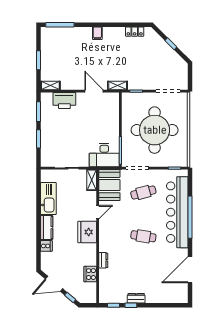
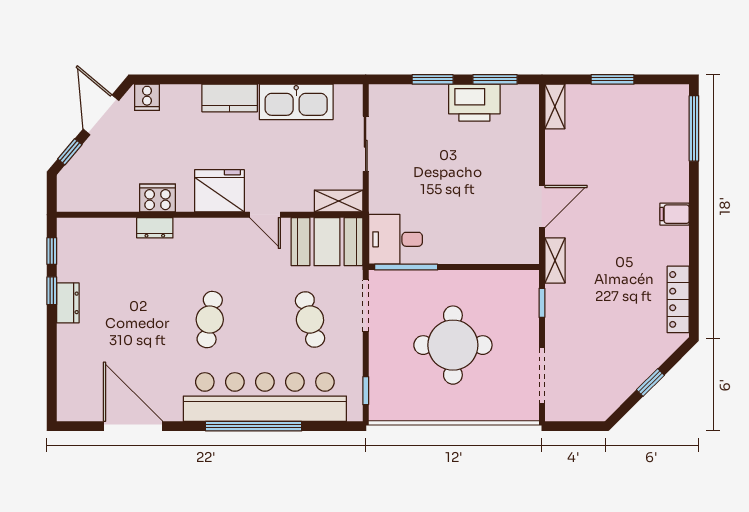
locker: (135, 32) -> (678, 299), width x1.53
printer: (64, 100) -> (474, 103), moved, turned -90
round table: (155, 130) -> (453, 345), width x0.73, depth x0.73
desk: (104, 155) -> (395, 239), width x0.73
cooker: (46, 246) -> (147, 97), moved
cooker: (90, 274) -> (158, 198), moved

